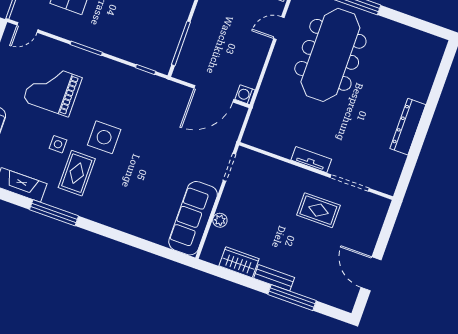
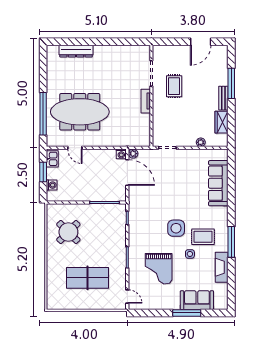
plant: (239, 113) -> (133, 154), added
dresser: (408, 127) -> (76, 51), moved
sofa: (193, 218) -> (218, 183), moved, turned 90

